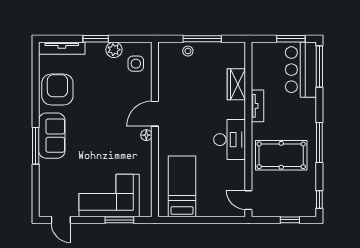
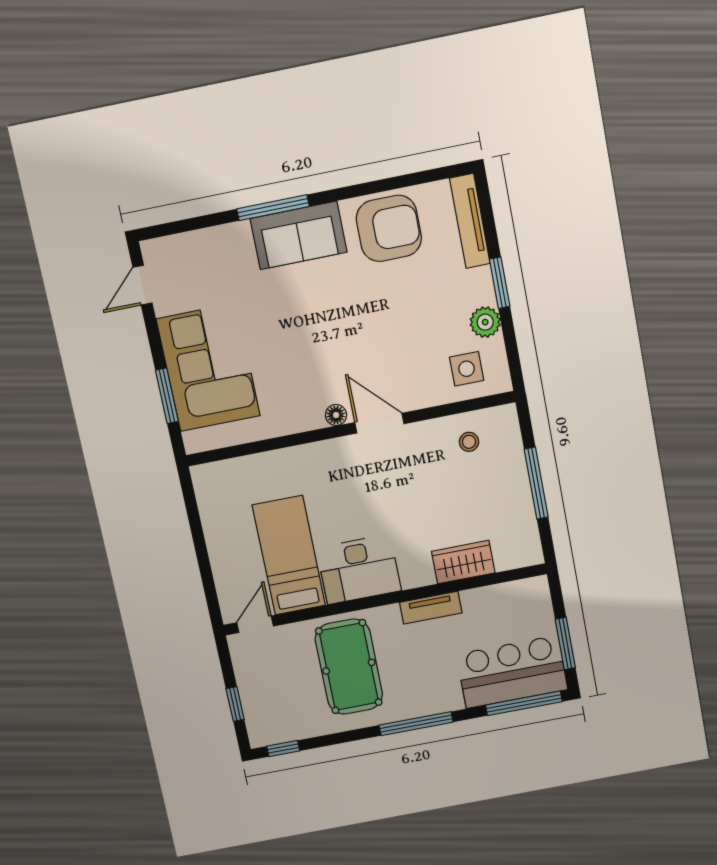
stool: (188, 51) -> (469, 442), moved
window: (319, 142) -> (416, 724), moved
bed: (182, 186) -> (289, 555), moved, turned -90

